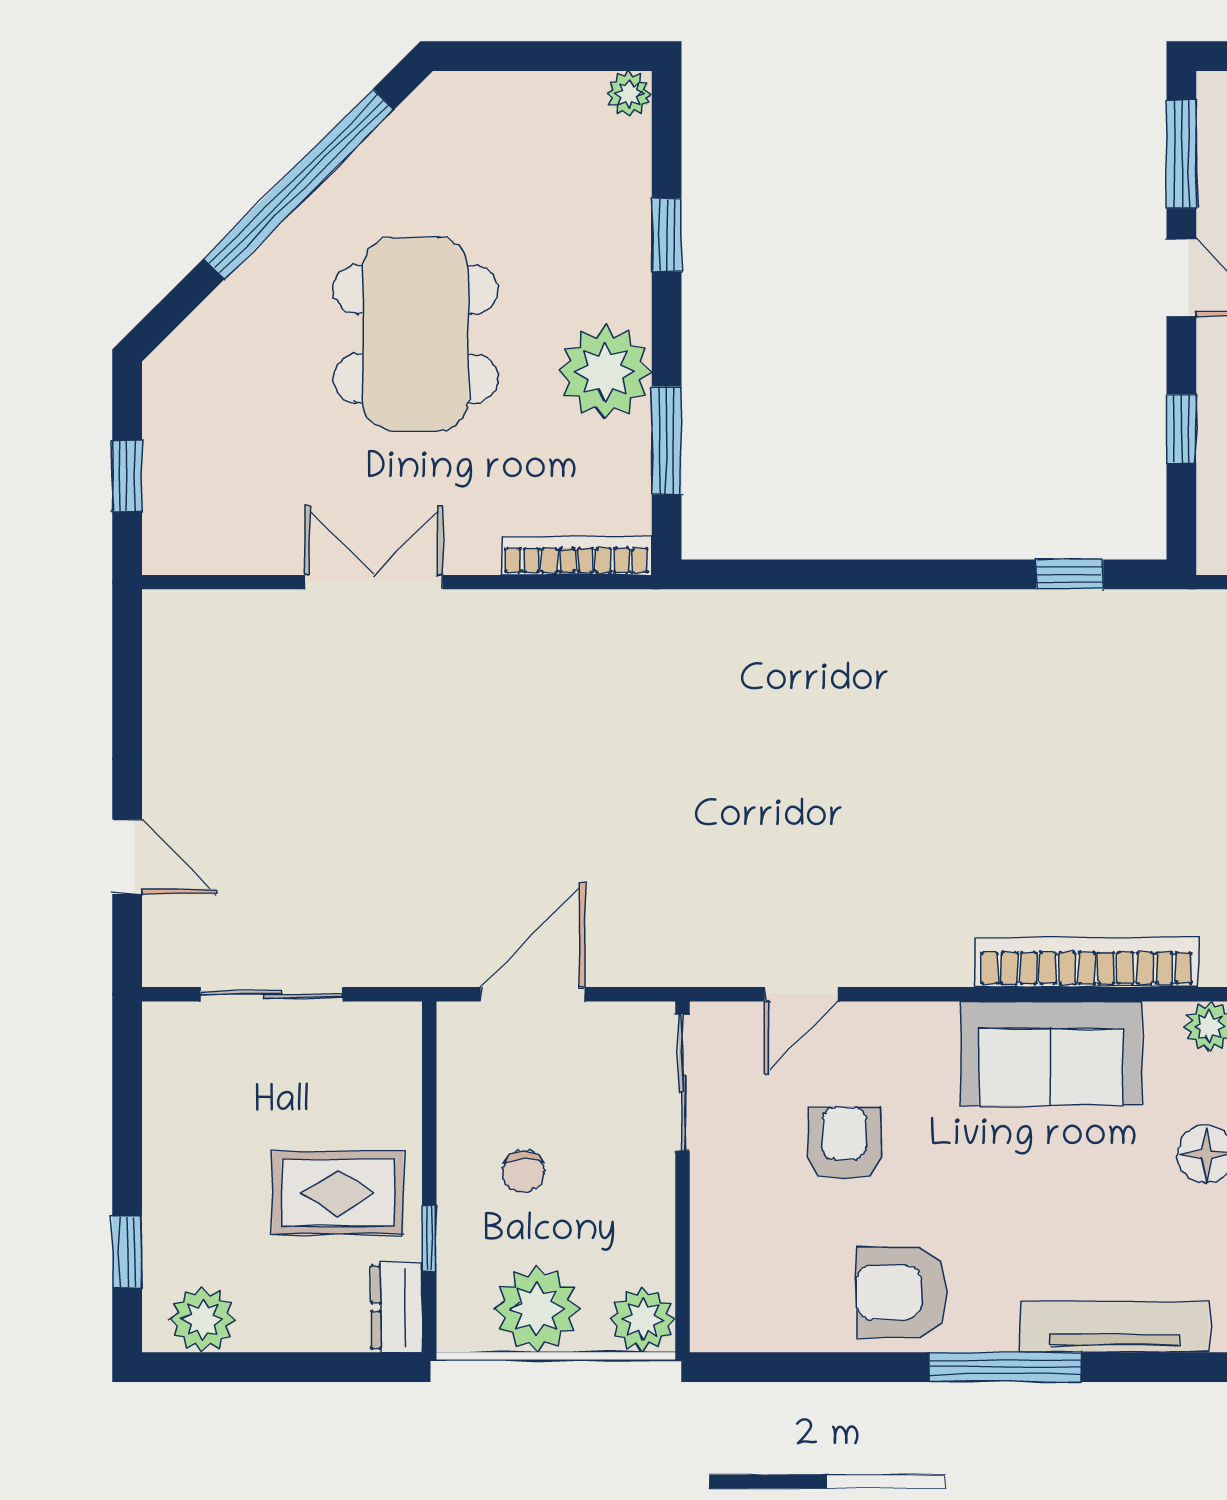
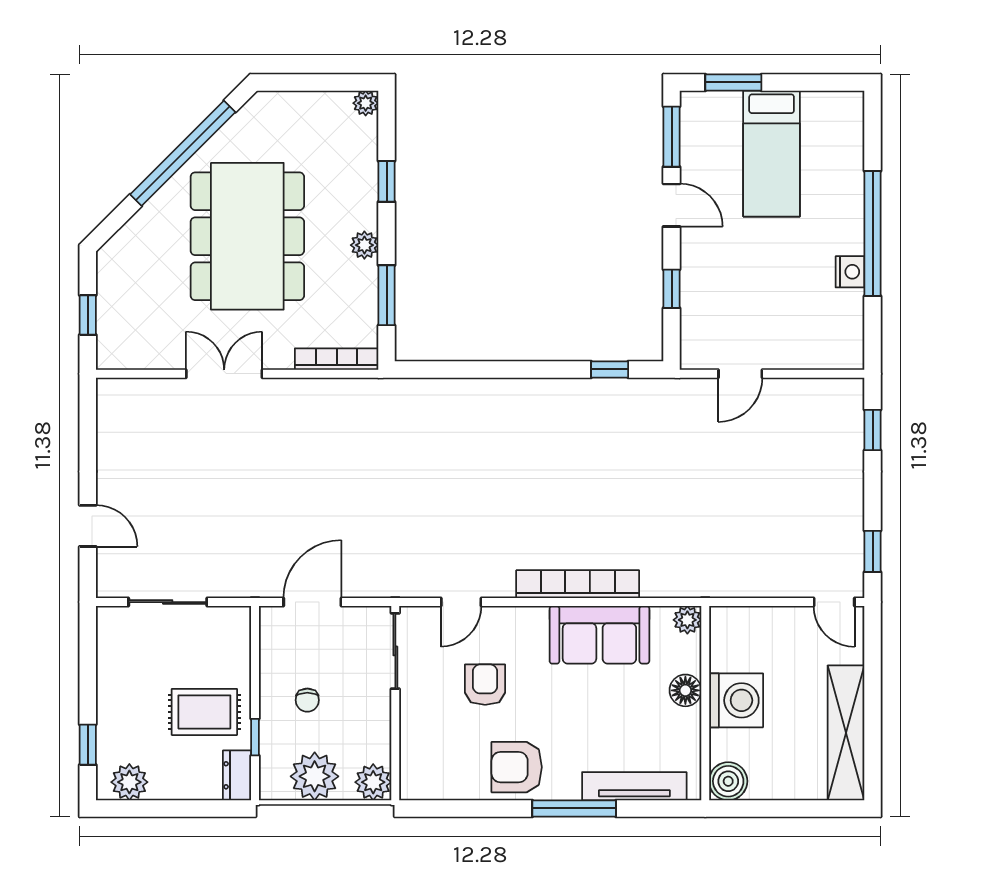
dining table: (415, 334) -> (247, 236), width x1.36, depth x1.24
plant: (605, 372) -> (364, 245), width x0.53, depth x0.53
bookcase: (1087, 962) -> (578, 584), moved

